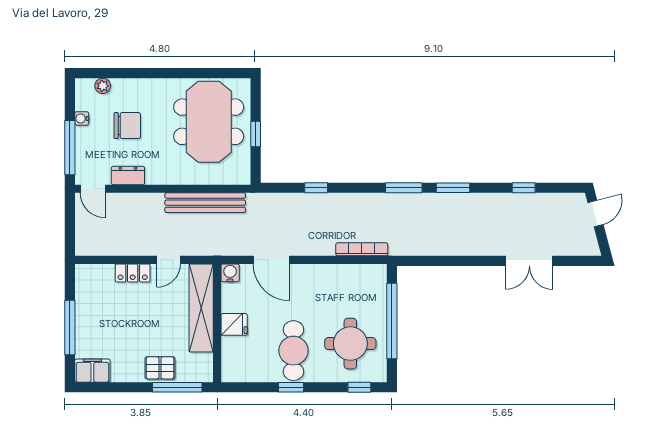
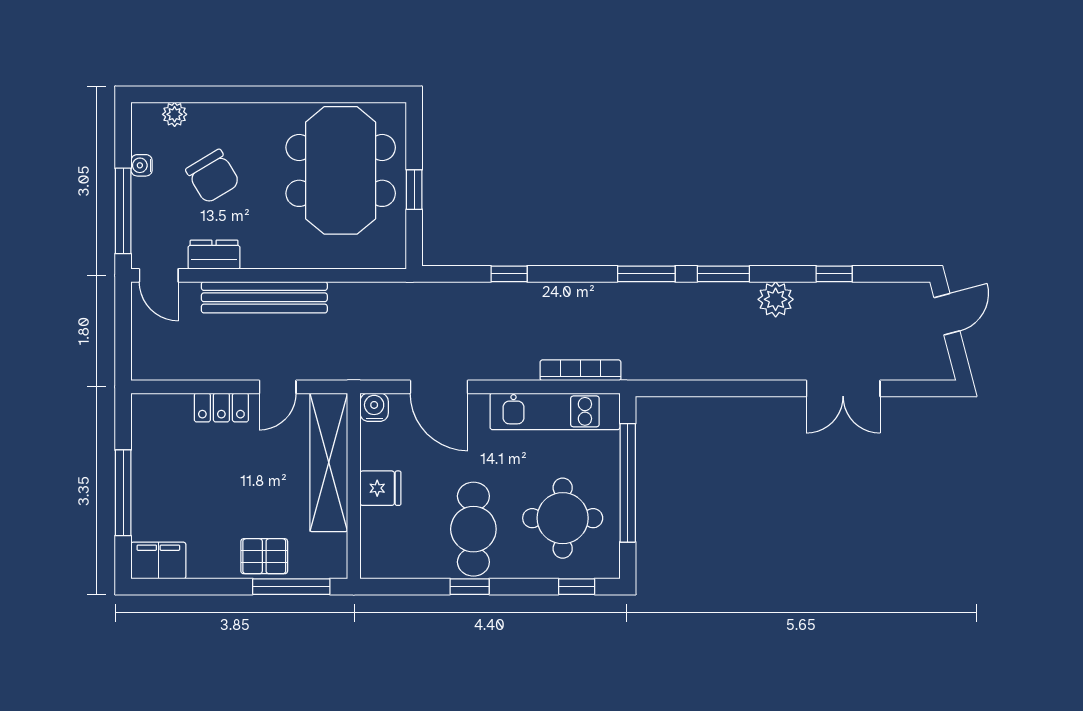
chair: (127, 126) -> (213, 176), turned 59
bench: (205, 203) -> (264, 297), moved
plant: (486, 204) -> (776, 299), added
kitchen unit: (346, 275) -> (555, 411), added

